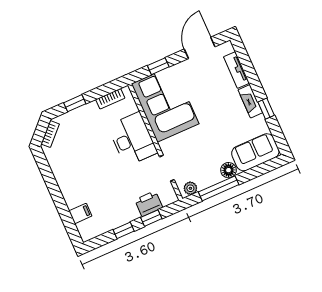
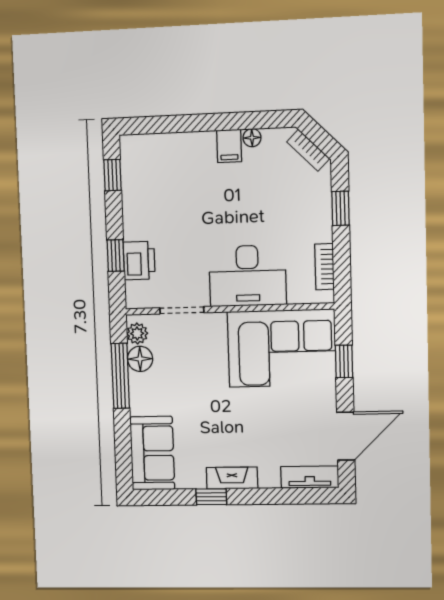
door: (200, 48) -> (346, 436), hinge flipped
tv unit: (237, 70) -> (310, 477), moved
floor lamp: (56, 168) -> (252, 138), added
floor lamp: (228, 170) -> (140, 359), moved
filing cabinet: (80, 213) -> (229, 146), moved
window: (124, 230) -> (113, 175), moved

